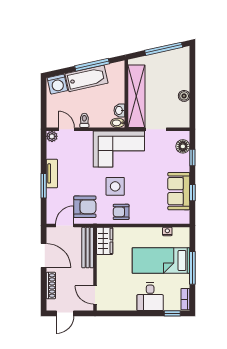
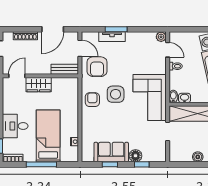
door: (66, 129) -> (168, 50), hinge flipped
floor lamp: (183, 146) -> (135, 156), moved
tv unit: (52, 173) -> (112, 37), moved
wardrobe: (105, 241) -> (39, 85), moved
bench: (88, 248) -> (65, 69), width x0.73

